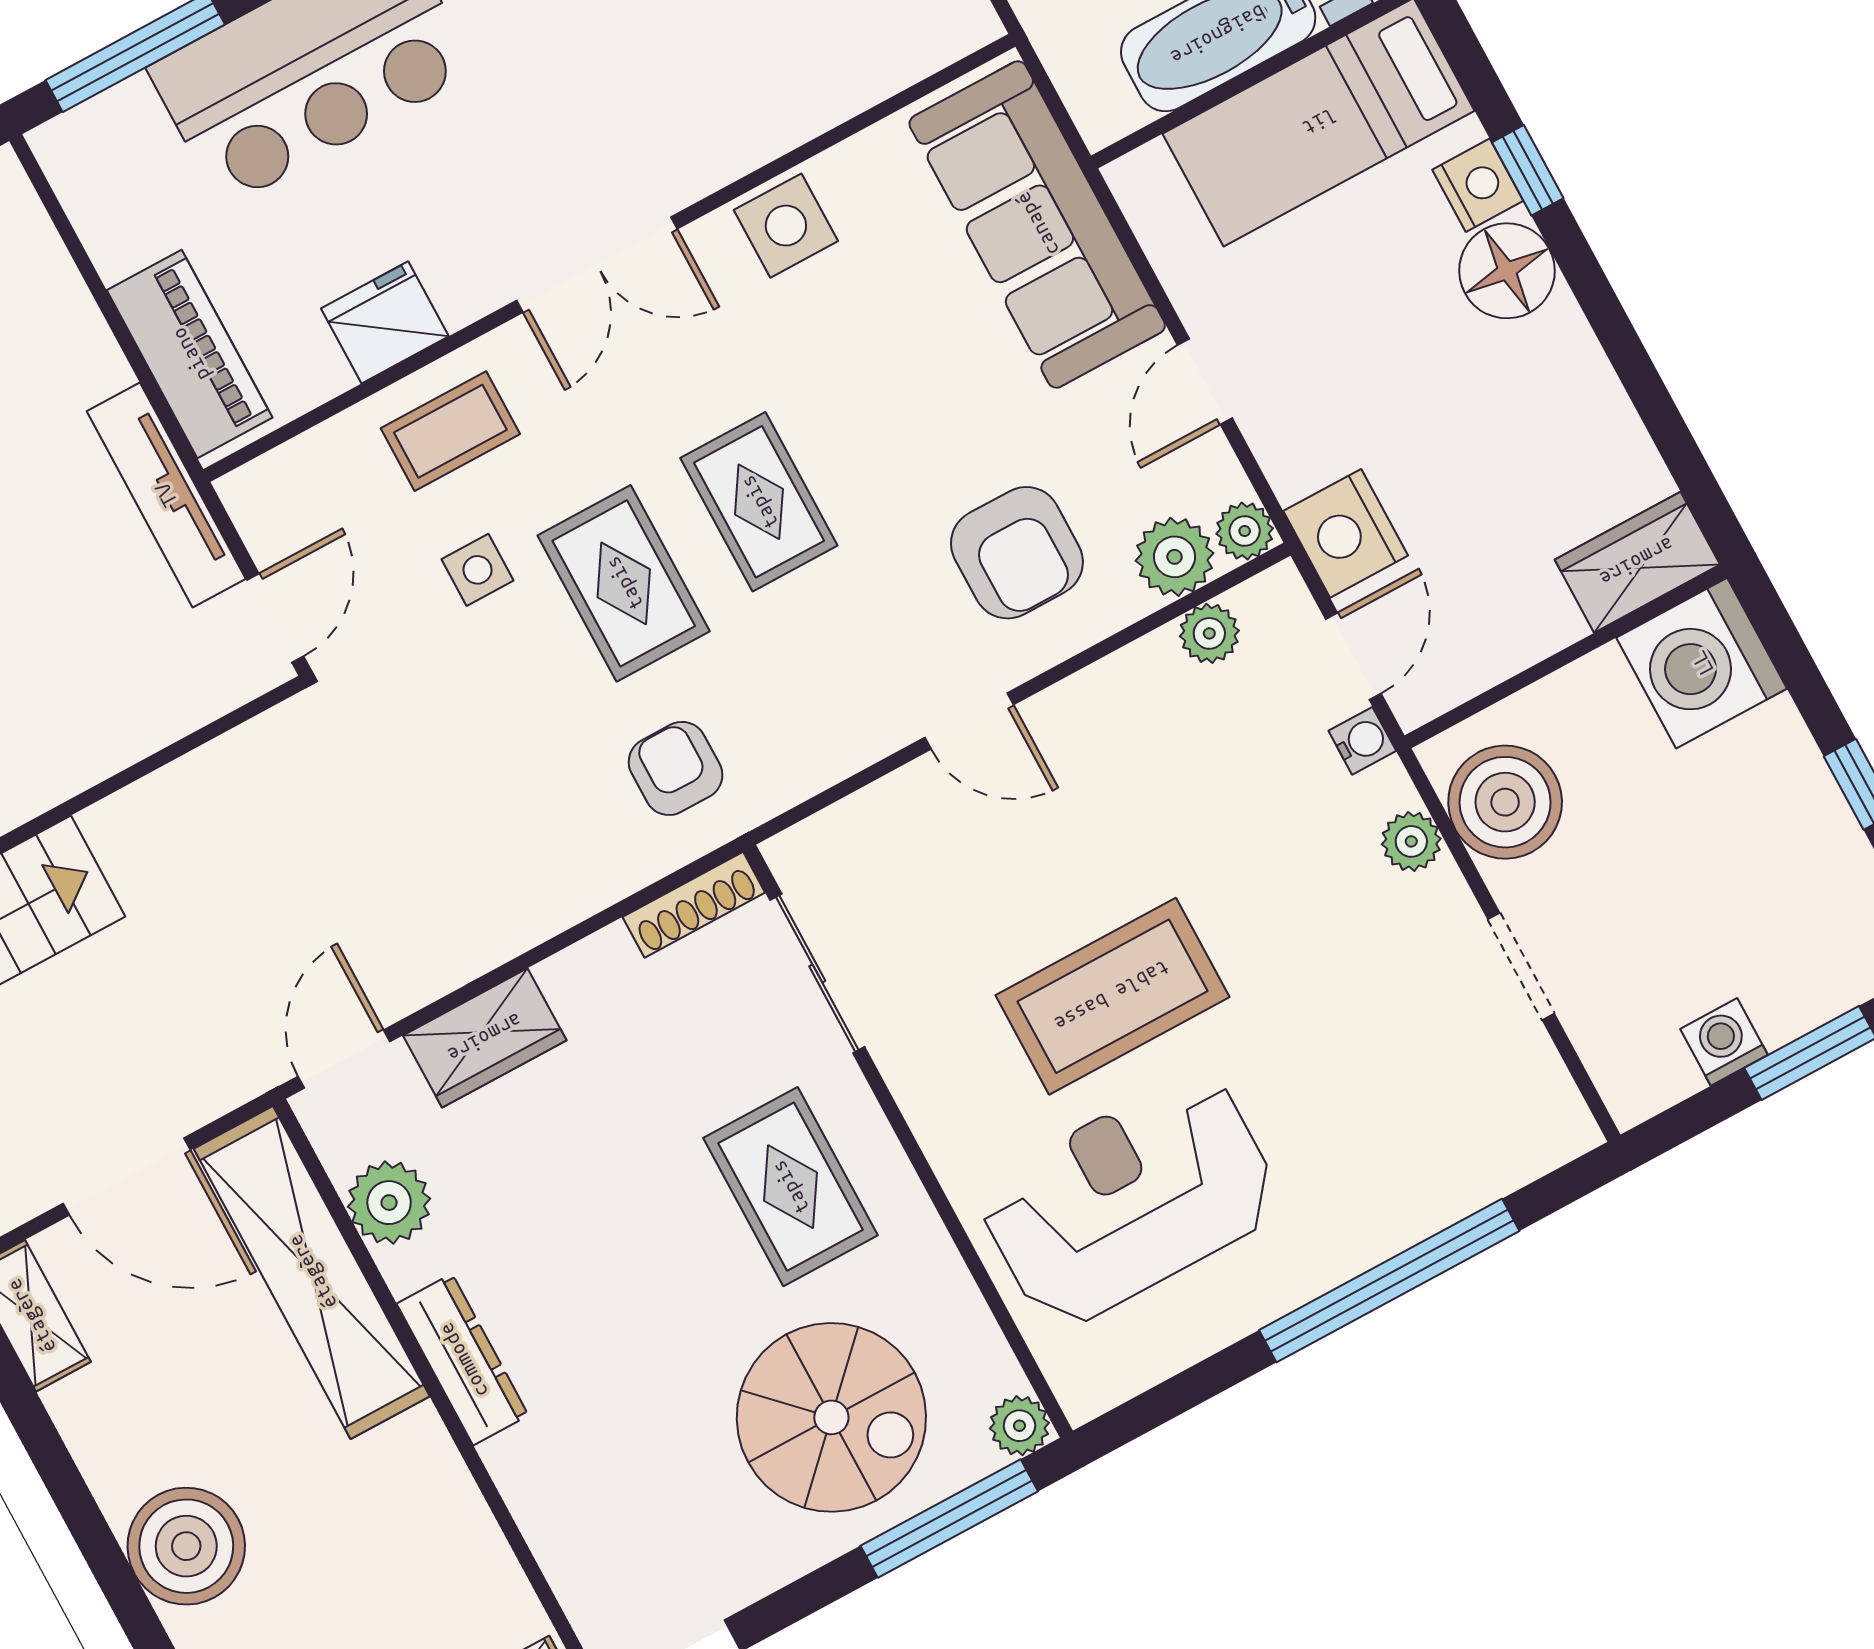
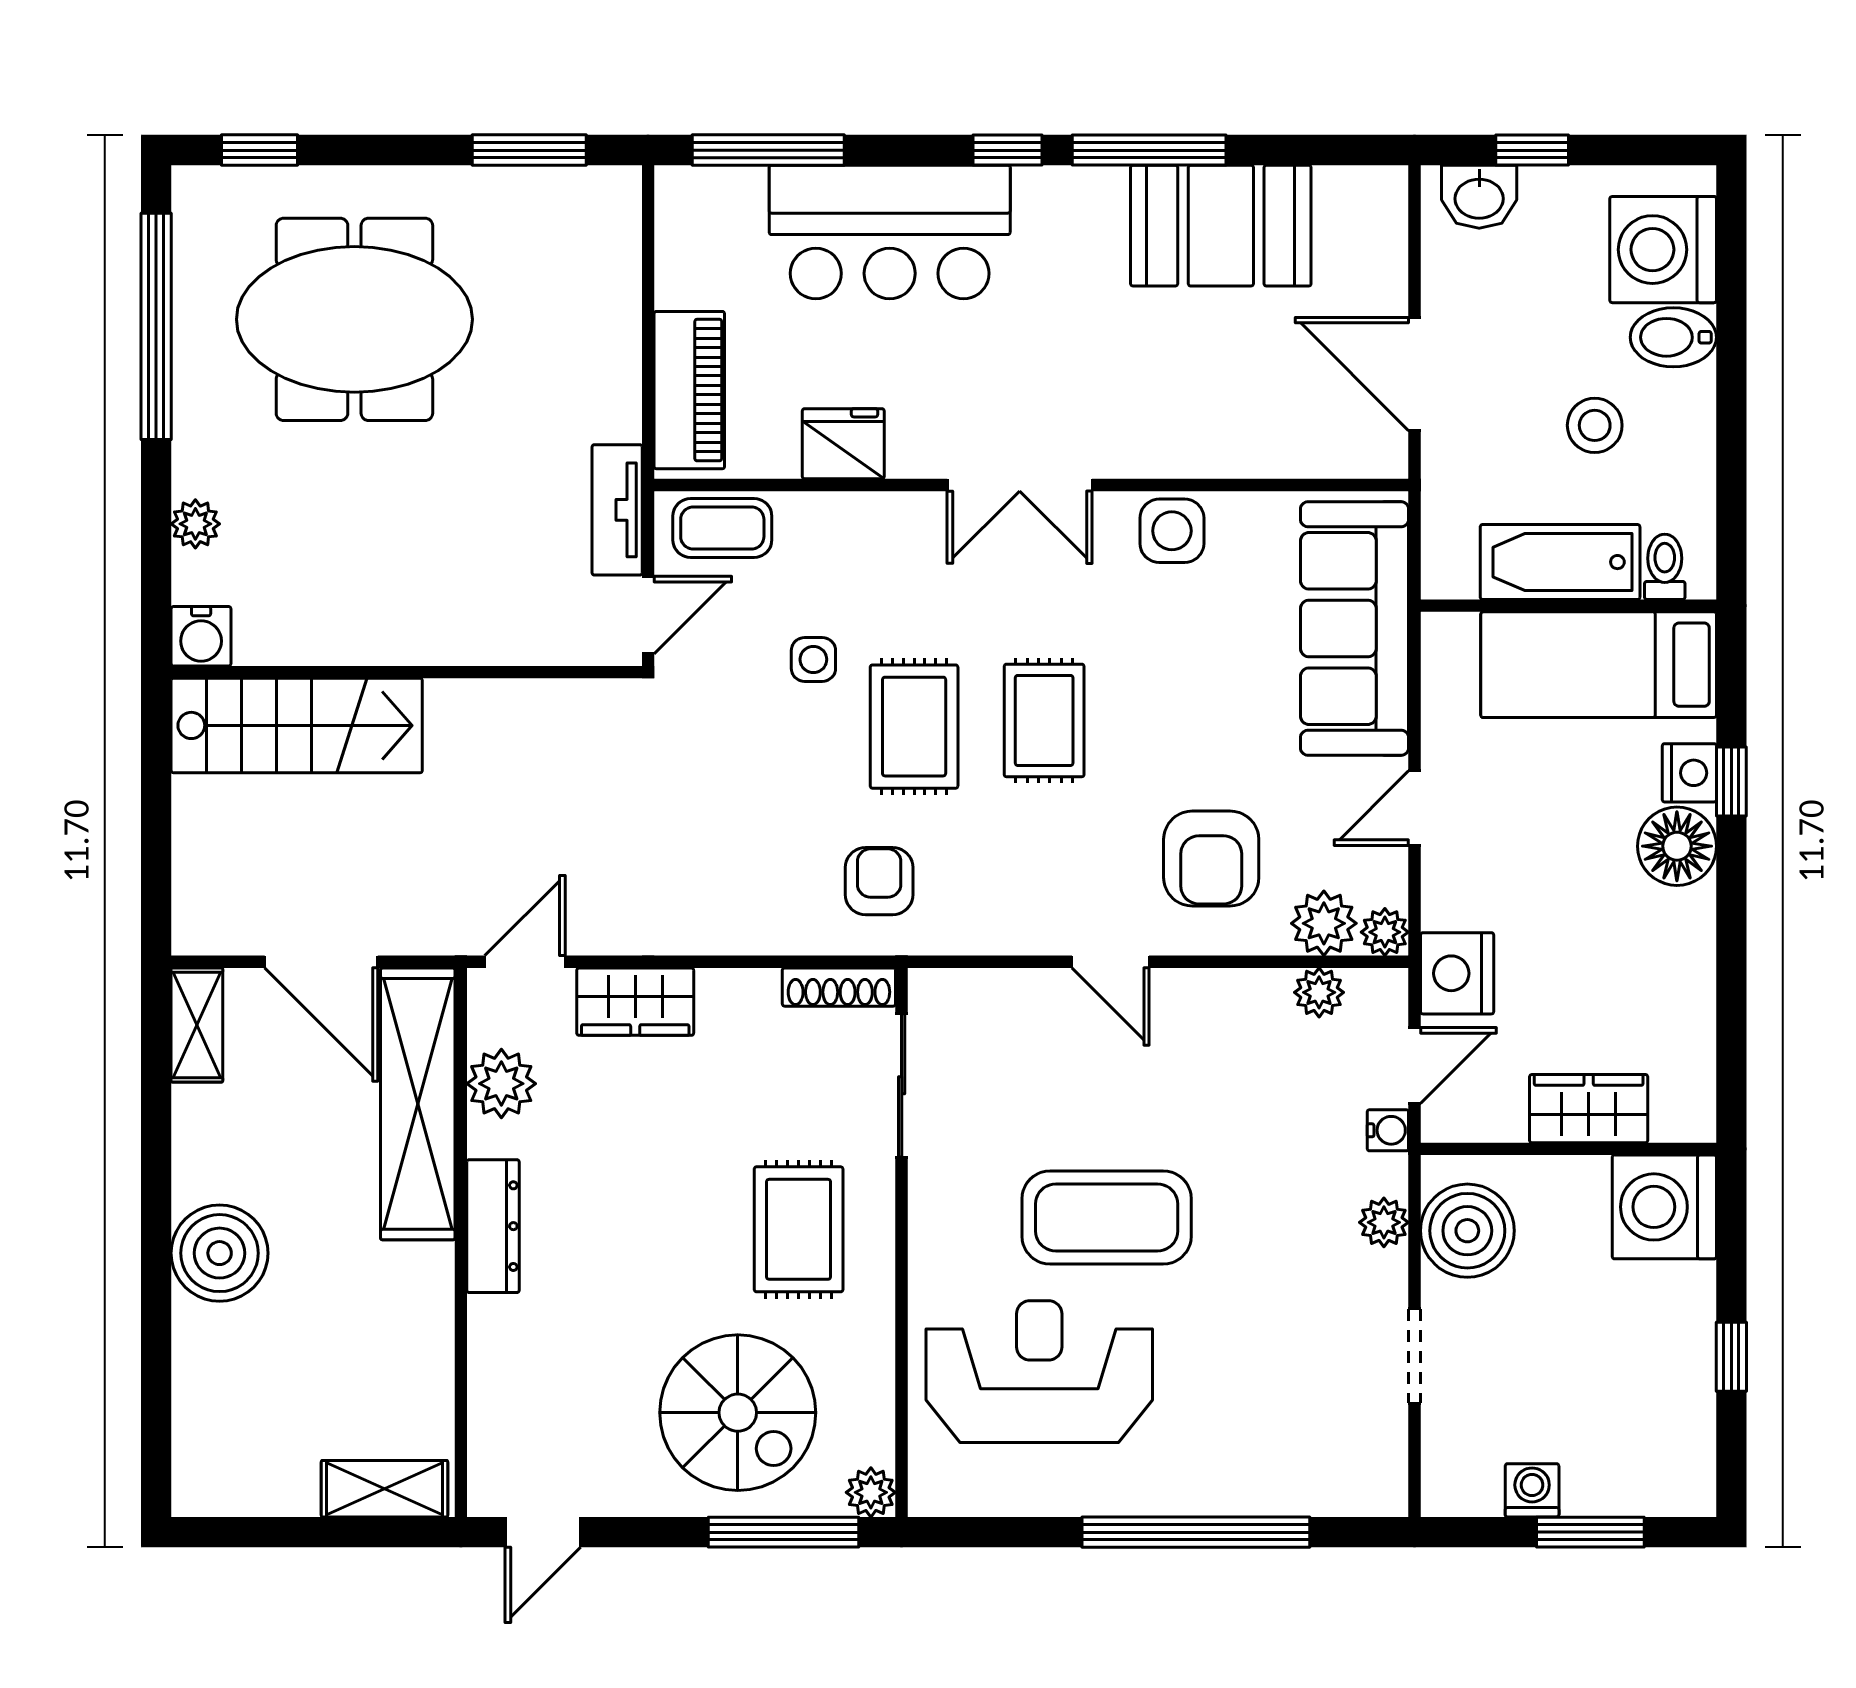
coffee table: (450, 431) -> (722, 528), moved
tv unit: (166, 495) -> (617, 510), width x0.71
wardrobe: (1637, 562) -> (1589, 1109), moved

